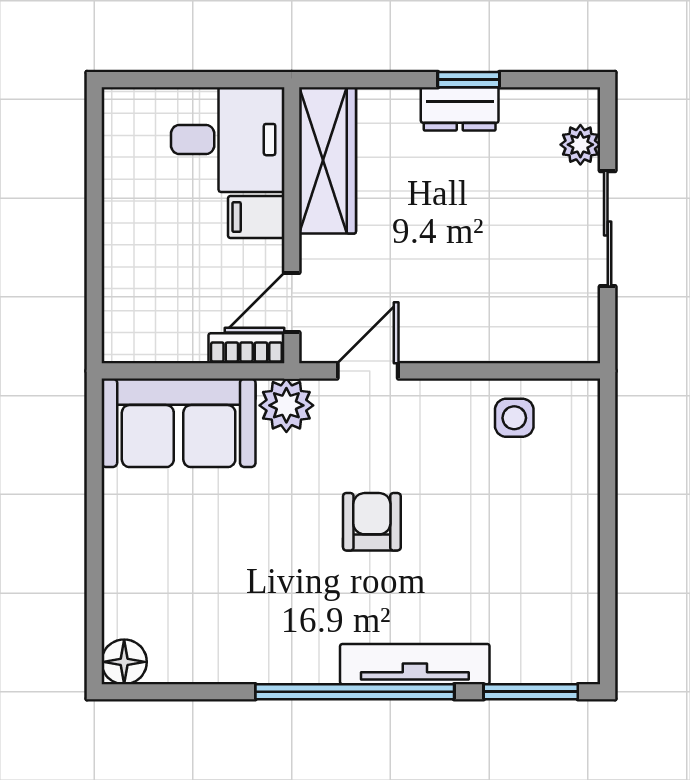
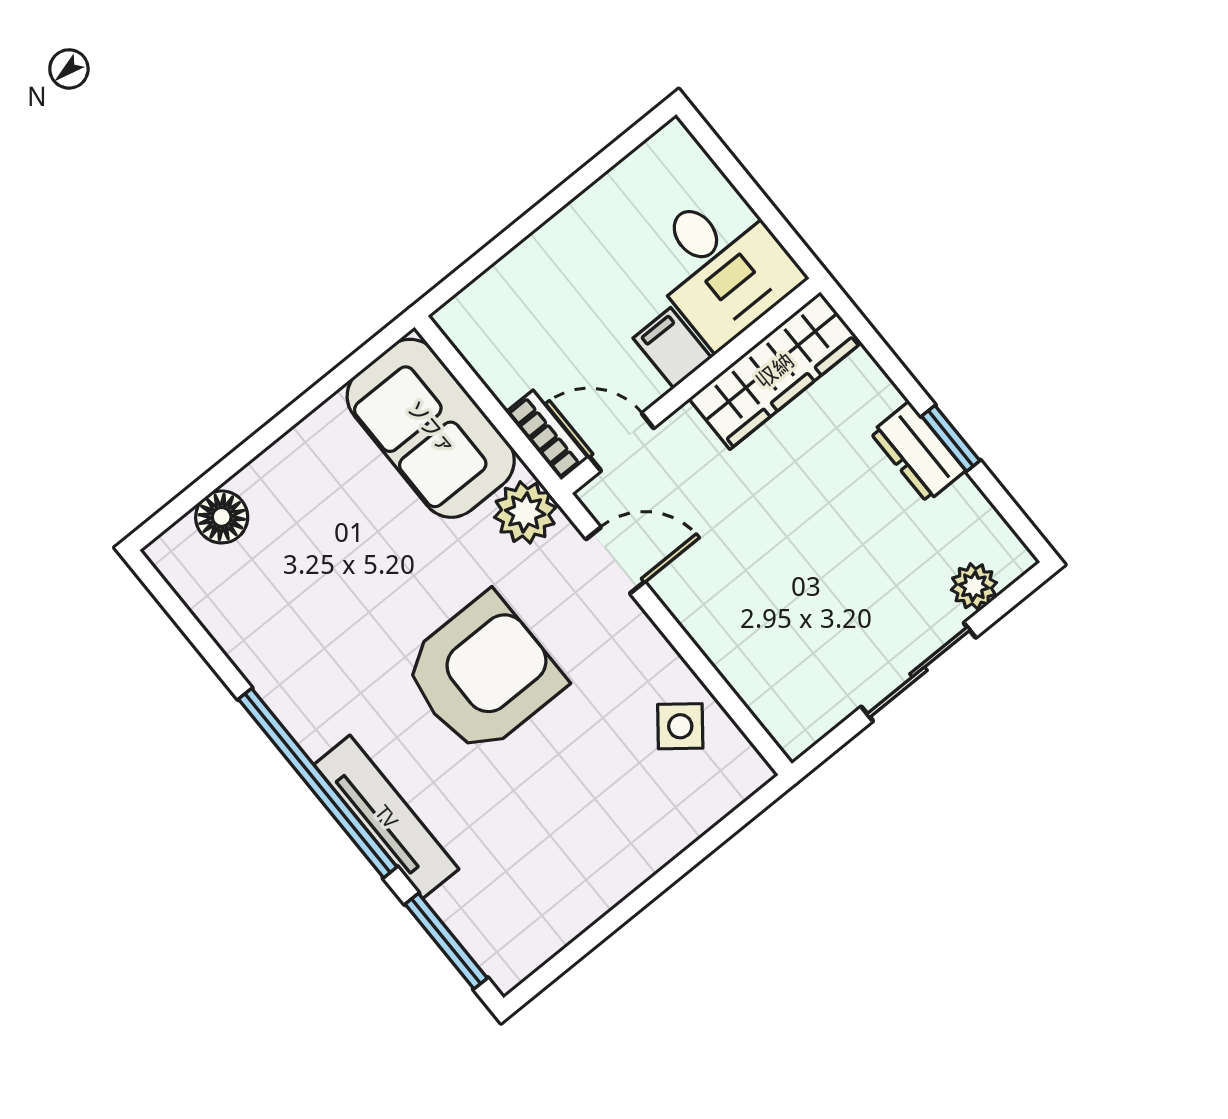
side table: (514, 418) -> (680, 726), turned 38
armchair: (372, 522) -> (483, 674), width x1.88, depth x1.88
floor lamp: (124, 662) -> (222, 517), moved

